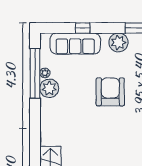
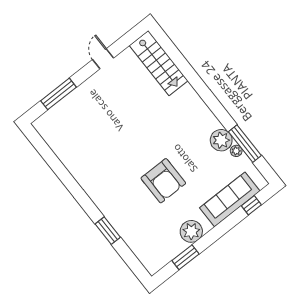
window: (83, 28) -> (251, 205), moved
window: (35, 73) -> (245, 144), width x0.68

